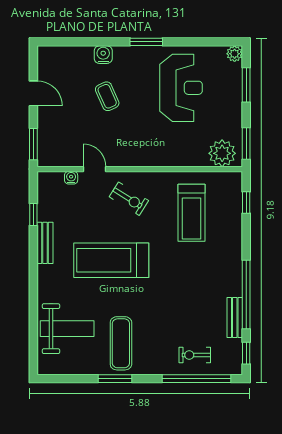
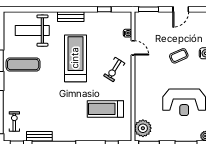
door: (95, 169) -> (133, 48), hinge flipped
bench: (45, 243) -> (71, 17), moved
weight bench: (67, 329) -> (32, 31), turned 90
exercise bike: (195, 355) -> (14, 122), moved

